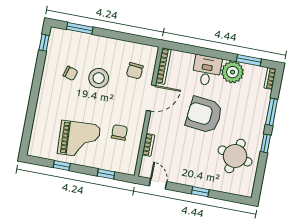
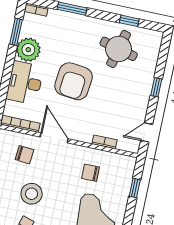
desk: (207, 71) -> (25, 83), width x1.37
window: (266, 143) -> (129, 21), moved

